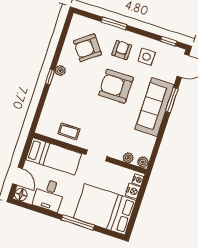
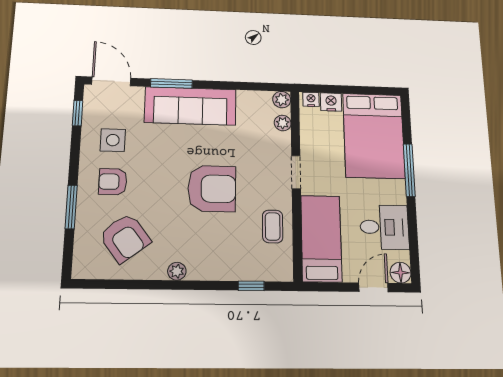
window: (50, 77) -> (251, 286), moved
armchair: (116, 86) -> (212, 189), moved, turned -90

